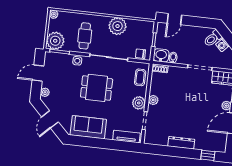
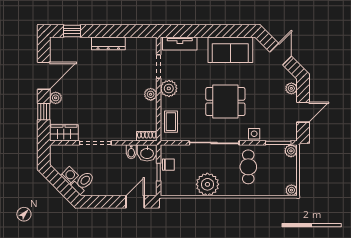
plant: (55, 41) -> (291, 151), width x0.53, depth x0.53
chair: (141, 54) -> (168, 165), moved

